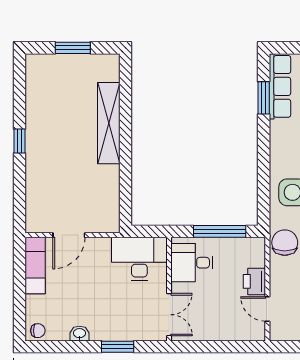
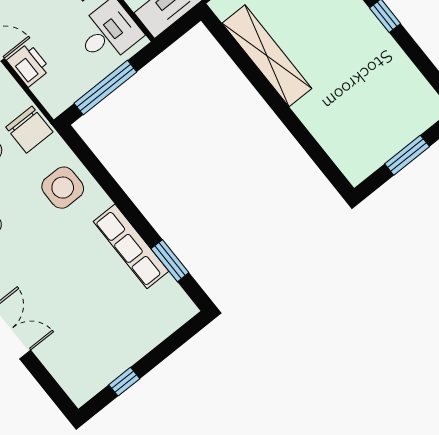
row of seats: (280, 86) -> (131, 246), moved
shelving: (109, 123) -> (267, 56), moved

